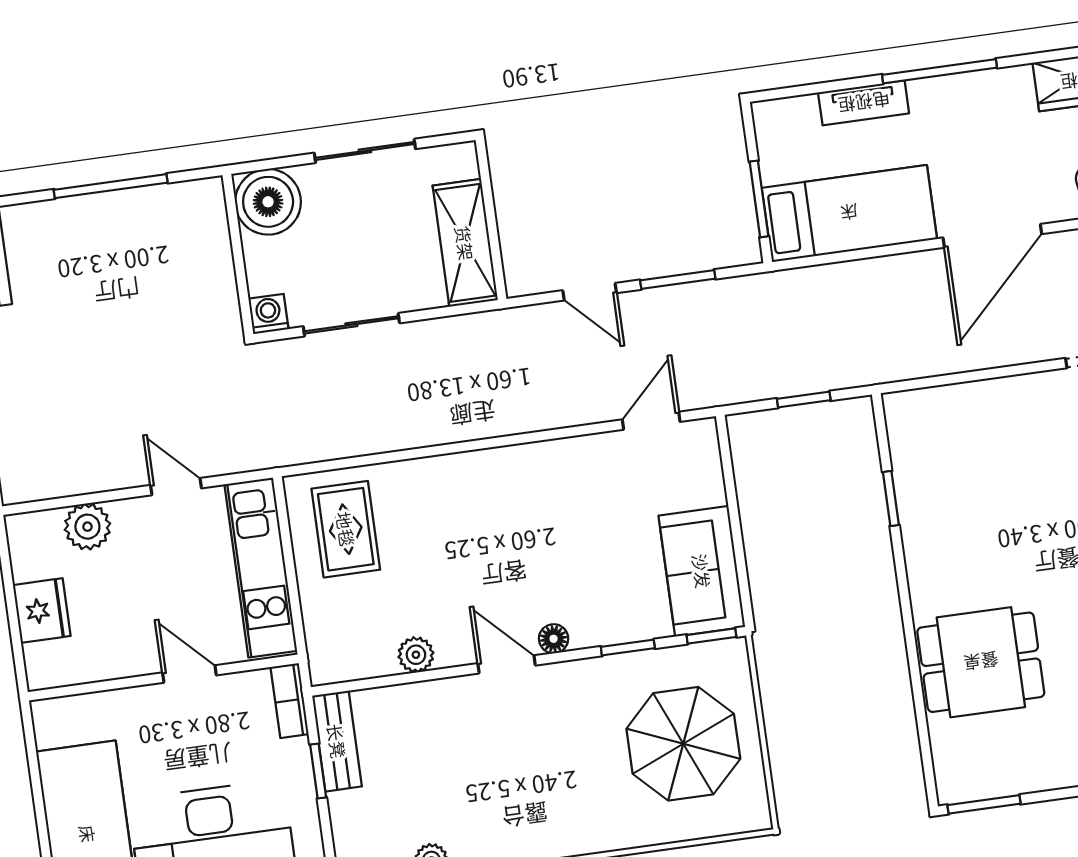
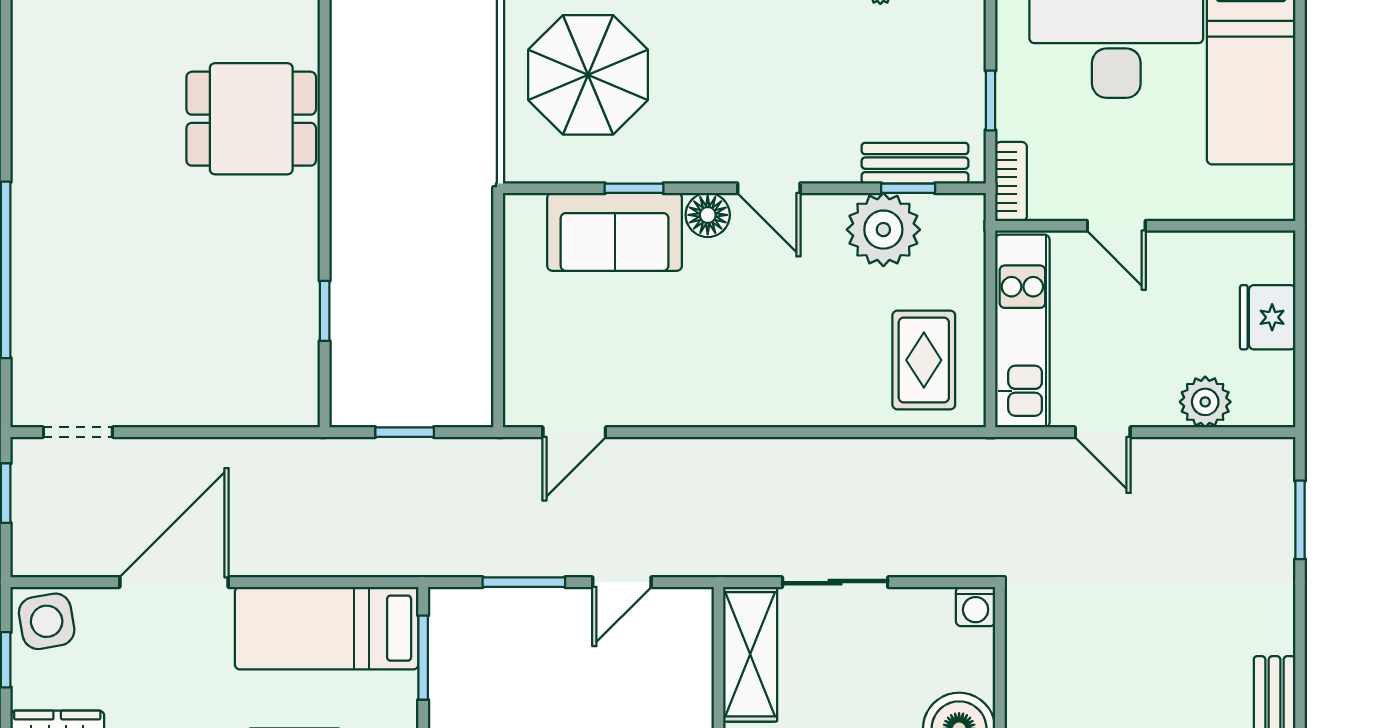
door: (590, 292) -> (622, 582), swing flipped
sliding door: (351, 325) -> (835, 582), moved
sofa: (702, 571) -> (615, 232), moved, turned 90
window: (711, 636) -> (908, 188), moved
floor lamp: (554, 639) -> (708, 215), width x1.37, depth x1.37
plant: (416, 655) -> (883, 230), width x1.87, depth x1.87
bench: (337, 741) -> (915, 163), moved, turned 90

